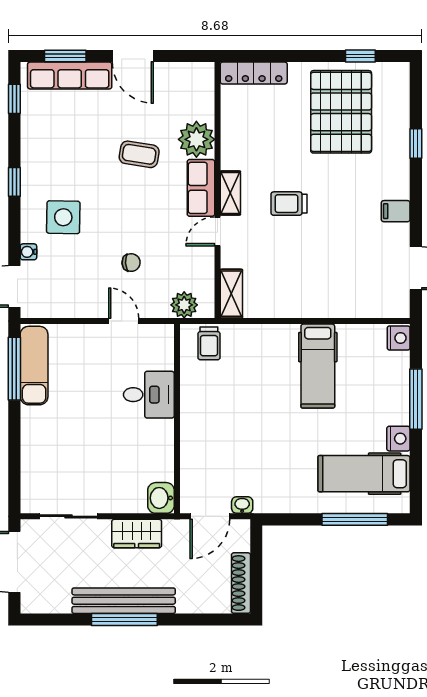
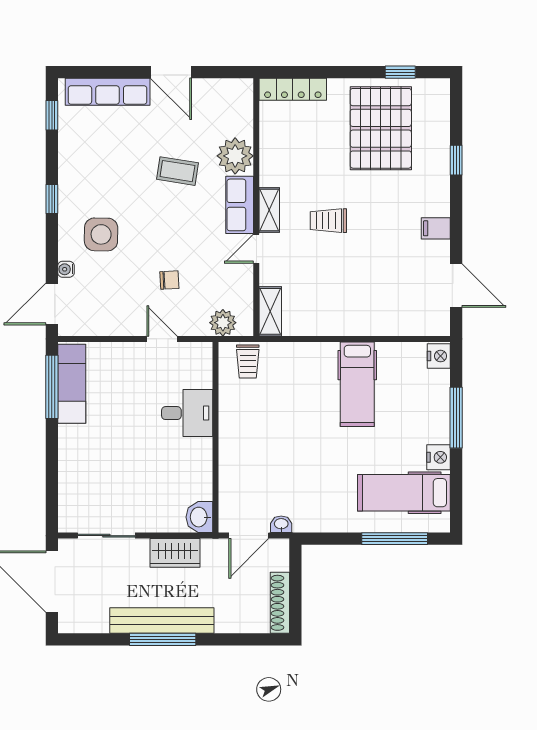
window: (65, 56) -> (103, 72), removed

